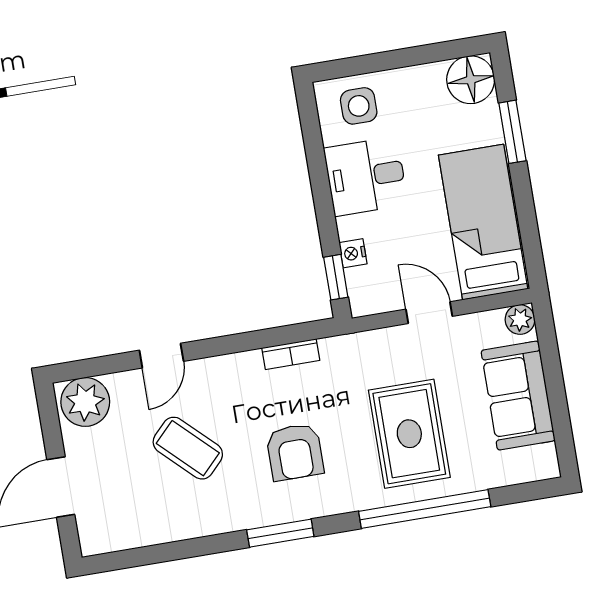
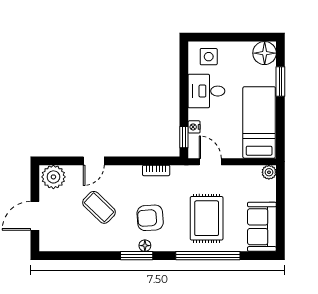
door: (429, 313) -> (210, 162), moved
sofa: (518, 396) -> (262, 227), moved
armchair: (295, 452) -> (150, 218), turned 86
floor lamp: (294, 510) -> (145, 246), added

